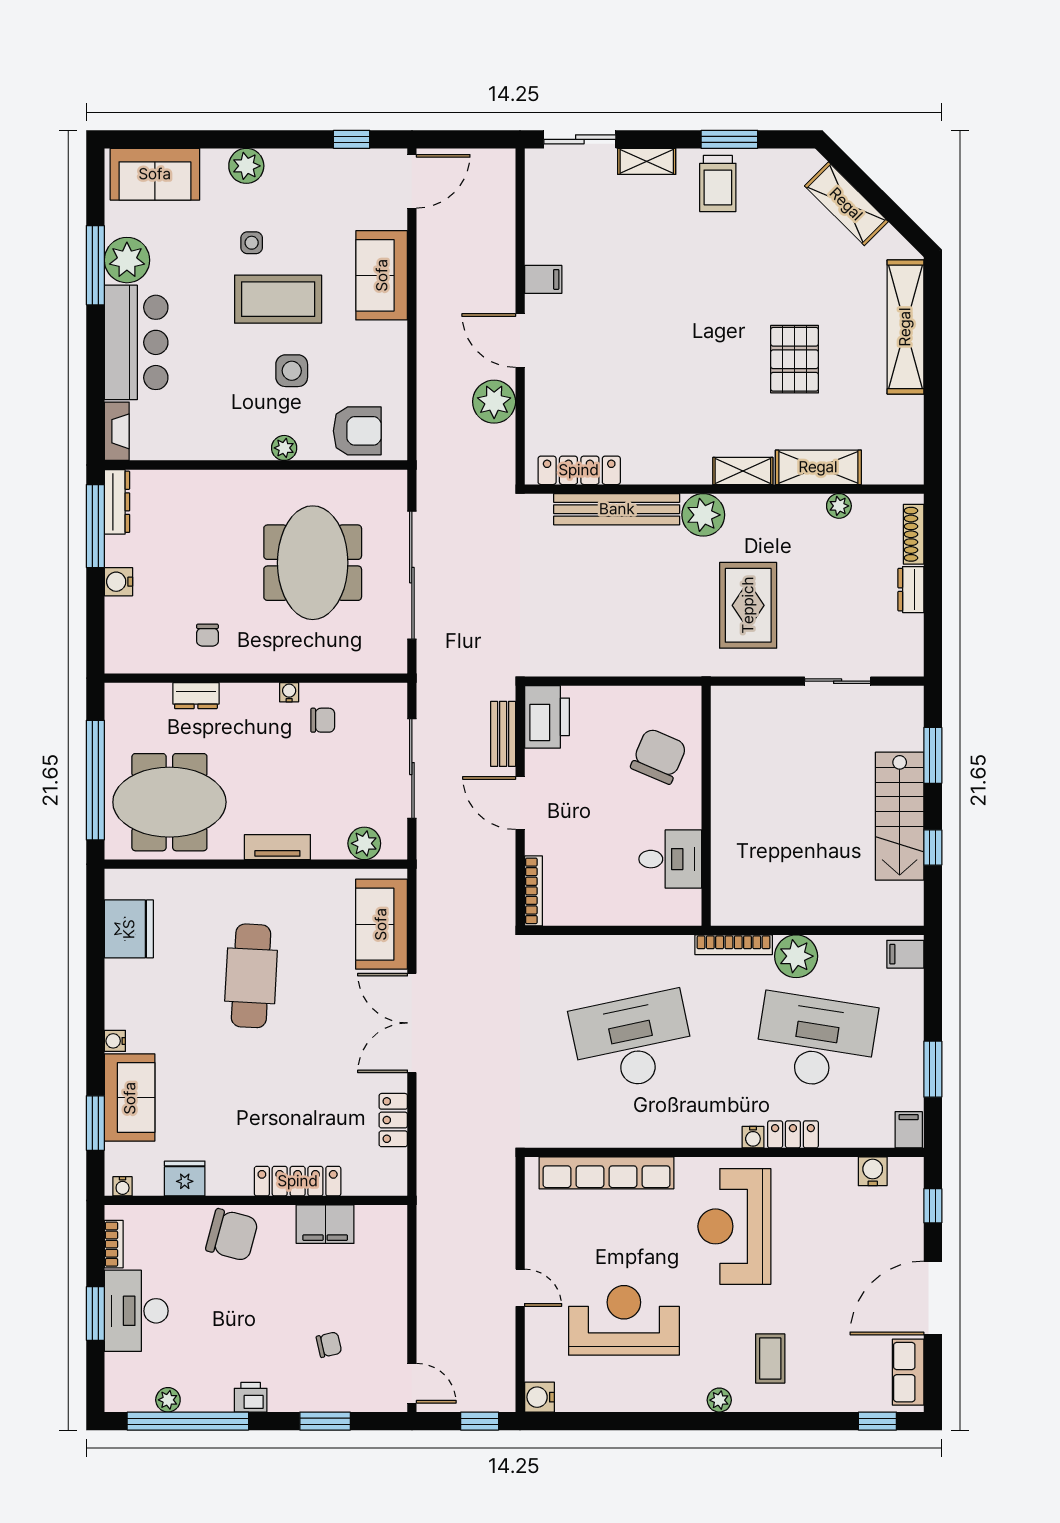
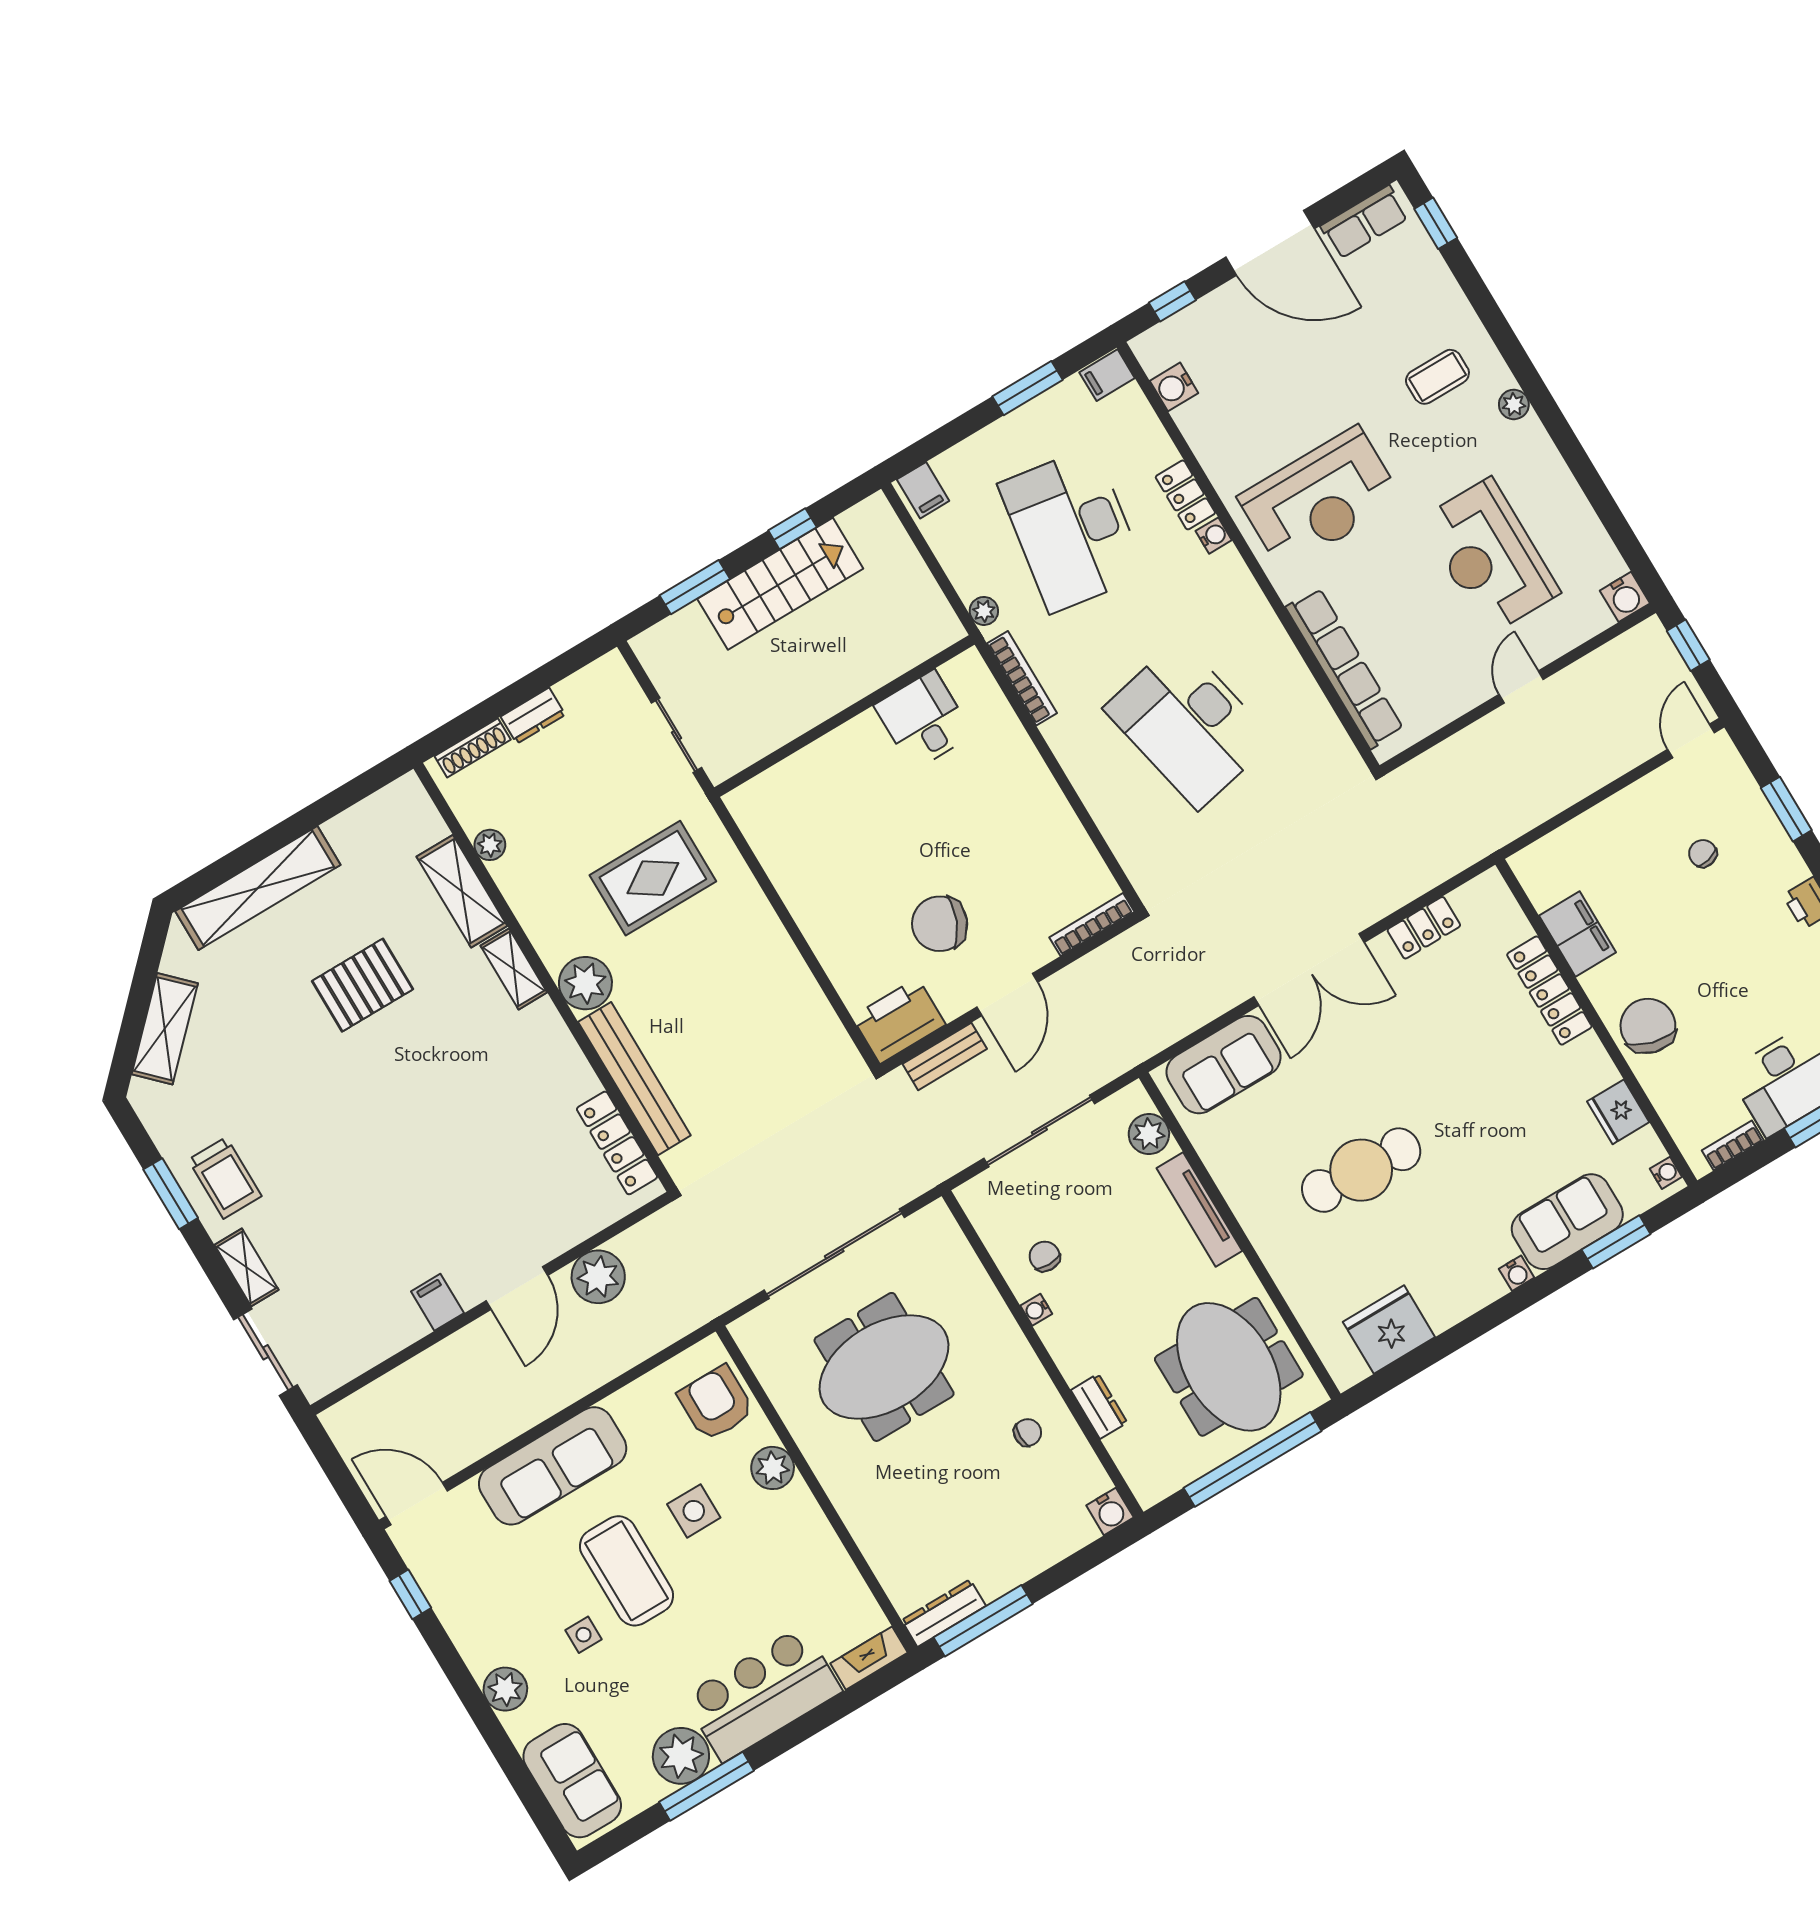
trolley: (718, 184) -> (225, 1178), turned 90
sofa: (382, 275) -> (553, 1466), width x1.36
plant: (284, 448) -> (773, 1468), width x1.38, depth x1.38
water cooler: (118, 582) -> (1110, 1511), moved
chair: (659, 756) -> (940, 924), moved
wall: (706, 806) -> (844, 716), moved
tv unit: (277, 847) -> (1199, 1209), width x1.41
desk: (670, 859) -> (924, 720), moved
plant: (796, 956) -> (984, 611), width x0.53, depth x0.53

